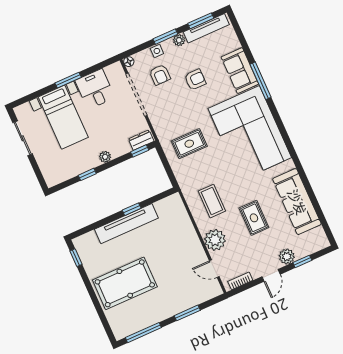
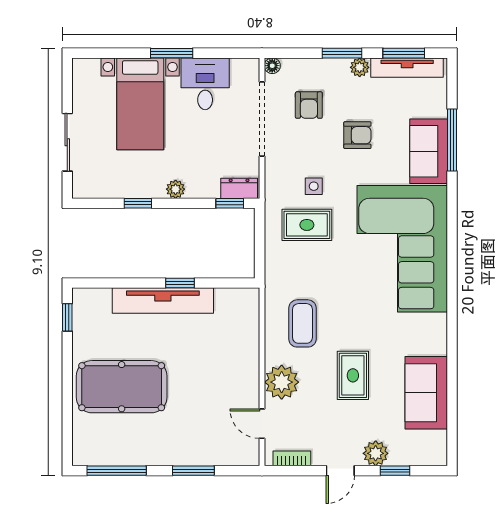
side table: (157, 51) -> (314, 186), moved
window: (260, 81) -> (452, 140), moved
sliding door: (23, 138) -> (67, 142), moved
sofa: (297, 202) -> (426, 393), width x0.73

